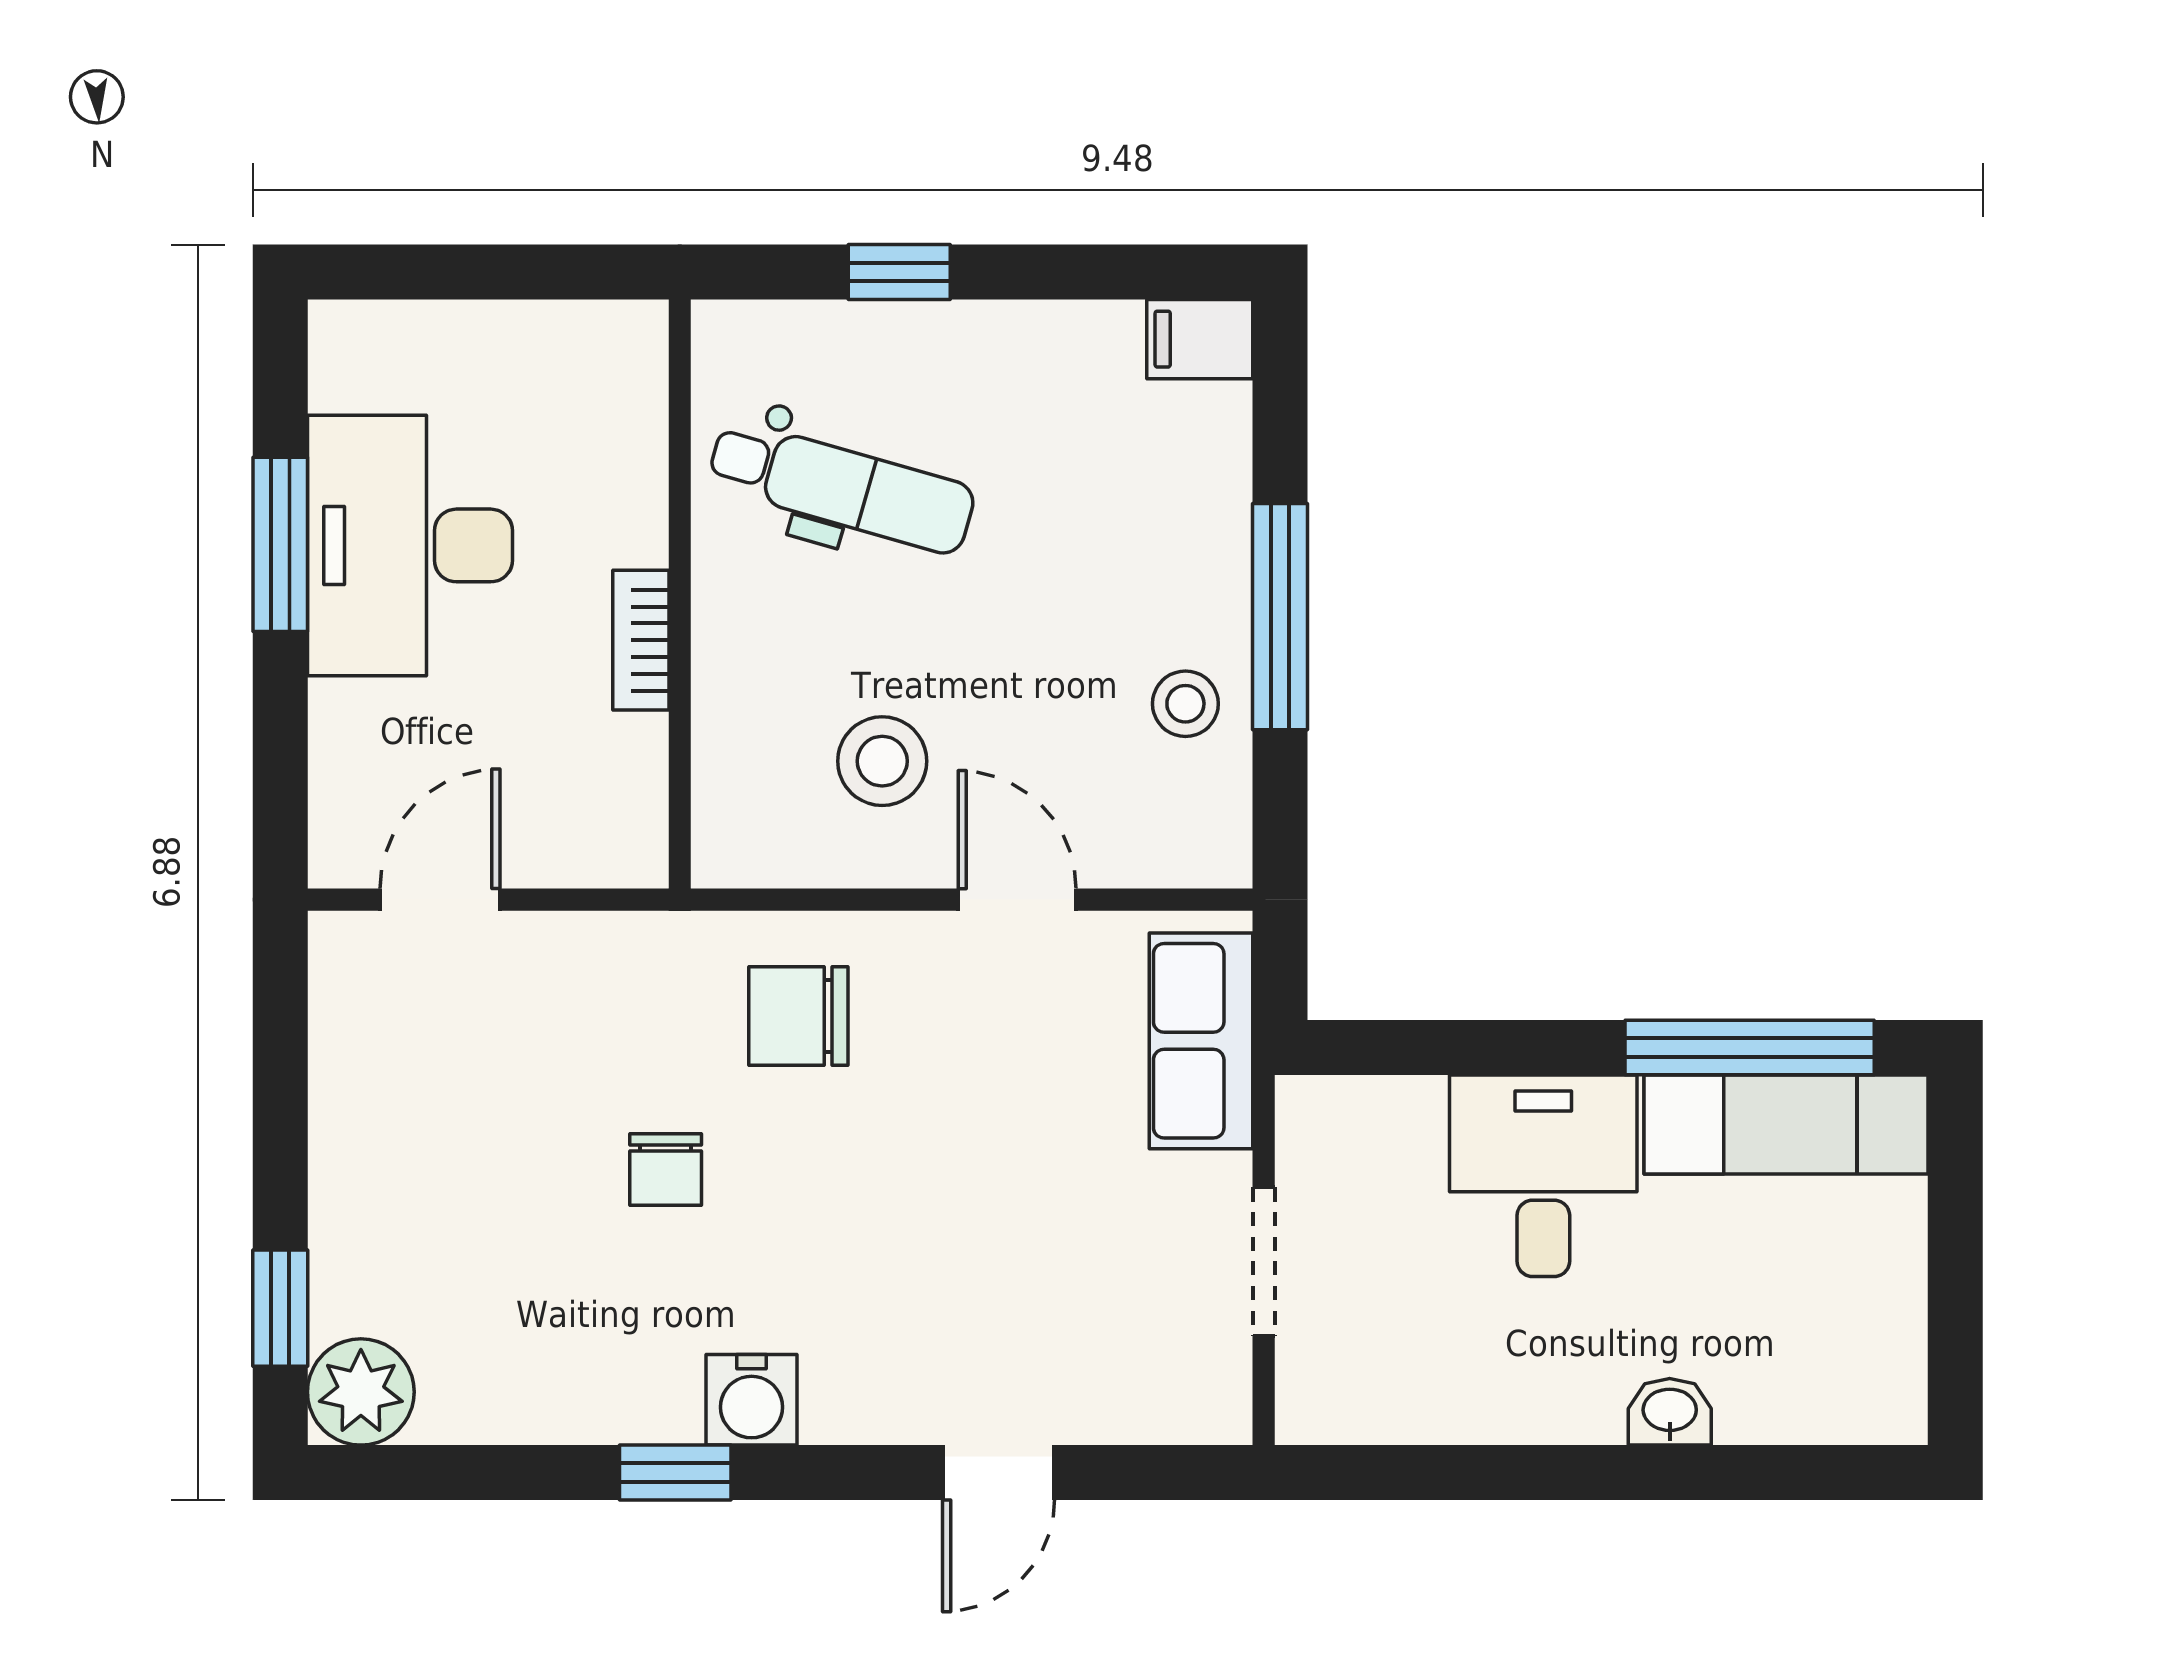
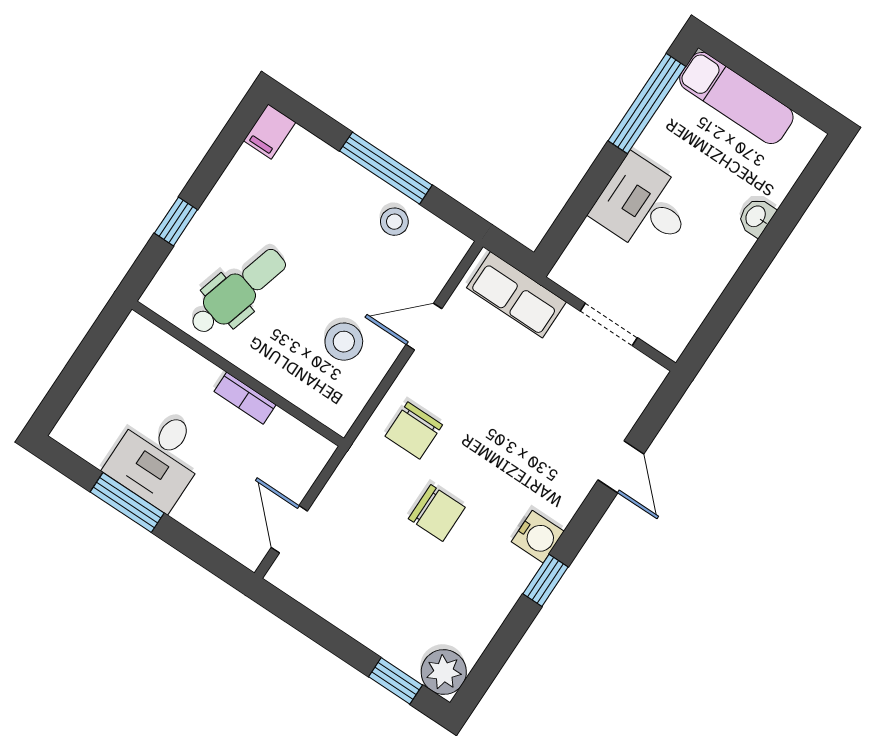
desk: (410, 545) -> (158, 457), width x0.73
exam couch: (1786, 1125) -> (736, 98), moved, turned 90
chair: (666, 1169) -> (437, 513), width x1.37, depth x1.37

